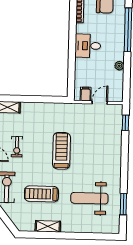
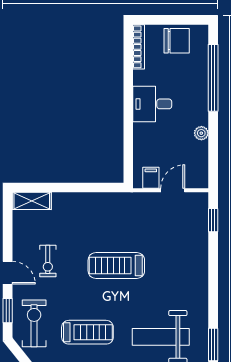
treadmill: (61, 151) -> (116, 266), turned -90
treadmill: (41, 194) -> (87, 332), turned 180

